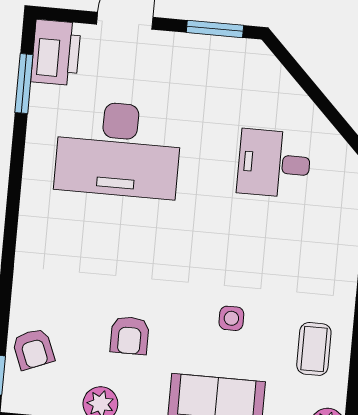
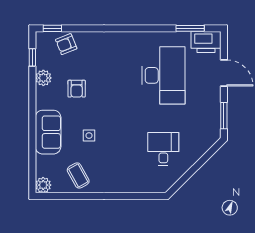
desk: (118, 149) -> (163, 75), turned 180
armchair: (130, 335) -> (77, 89), turned -90
coffee table: (314, 349) -> (78, 176), turned 61

